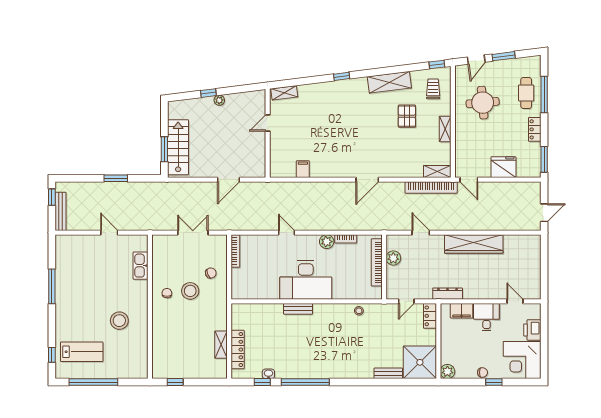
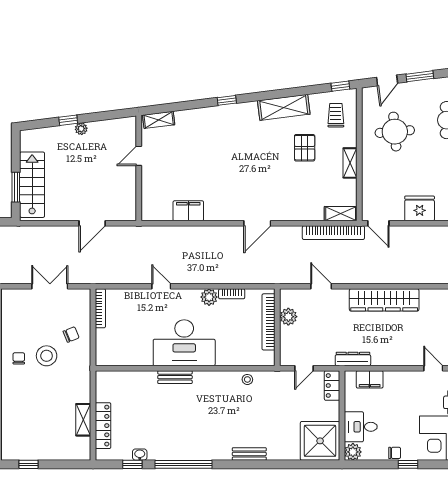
filing cabinet: (303, 169) -> (188, 211), width x2.00
desk: (486, 317) -> (361, 427), moved, turned -90
bench: (388, 373) -> (249, 454), moved

